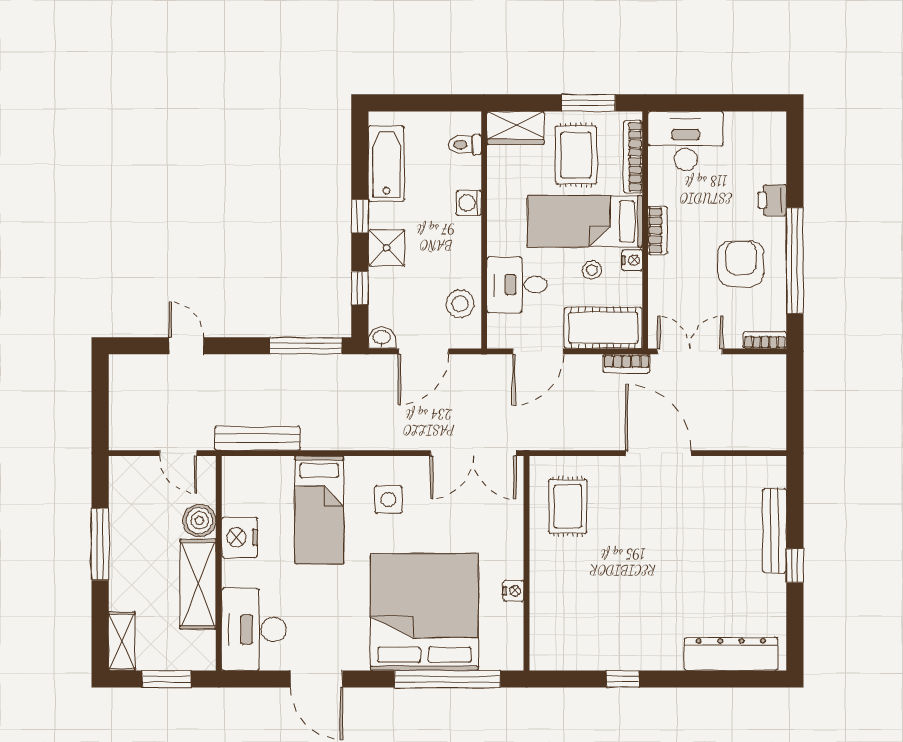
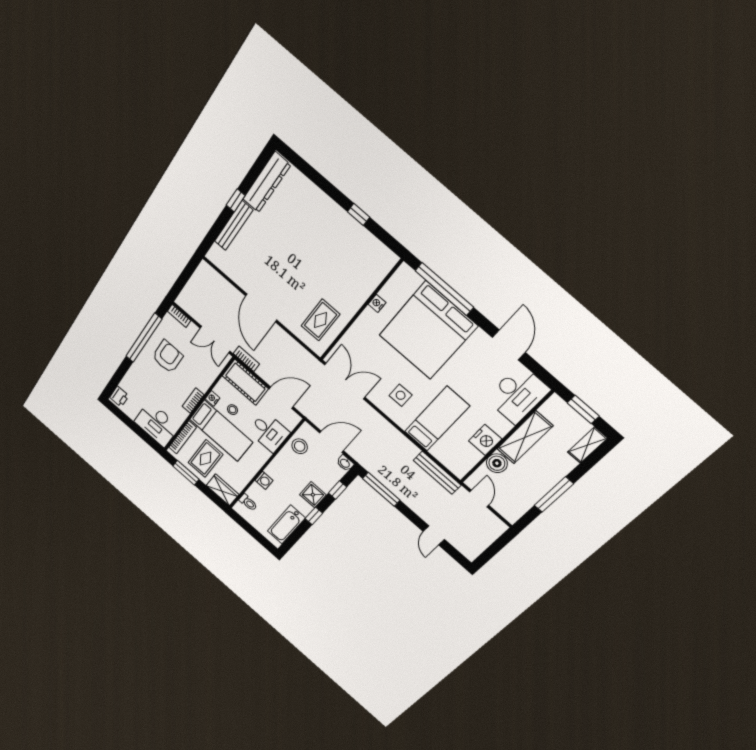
printer: (772, 200) -> (119, 397), moved
armchair: (741, 264) -> (167, 357), turned 180
dresser: (731, 654) -> (267, 182), moved, turned -90

